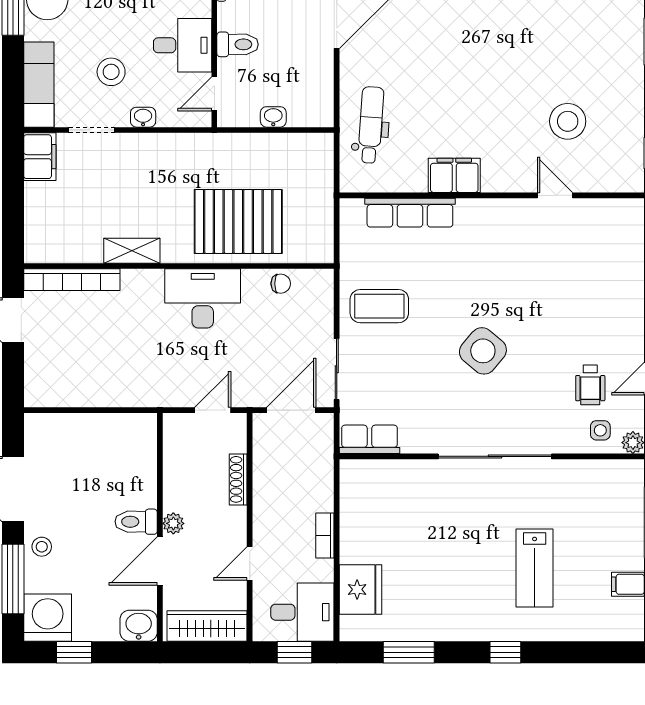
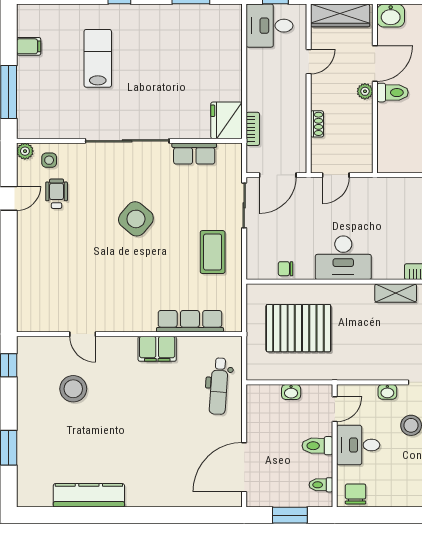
pallet: (238, 221) -> (298, 328), moved
coffee table: (379, 306) -> (213, 252), turned 90
row of seats: (370, 439) -> (194, 153), moved
shoe rack: (238, 479) -> (317, 124), width x0.70
bookcase: (325, 535) -> (253, 129), moved
fridge: (361, 589) -> (226, 120), moved

